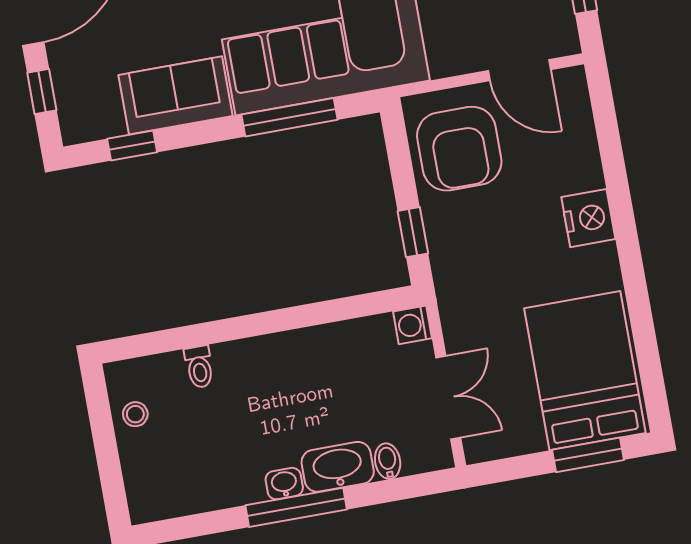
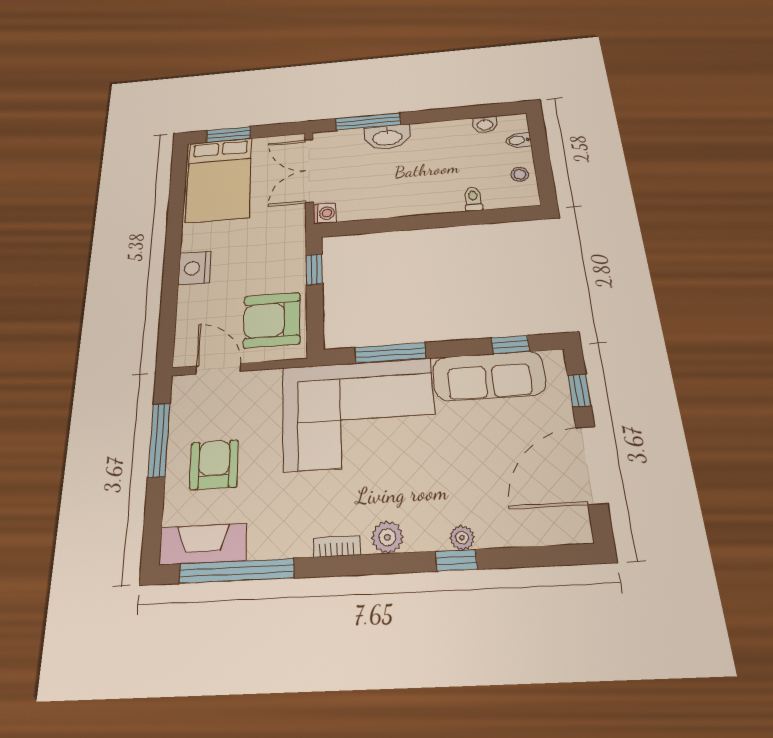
sofa: (176, 95) -> (489, 376), width x1.36
armchair: (459, 149) -> (272, 320), turned -90
double door: (448, 397) -> (309, 171), width x1.37
bidet: (388, 461) -> (519, 140), moved, turned 90
washbasin: (284, 484) -> (485, 125), moved
window: (296, 507) -> (368, 122), moved

